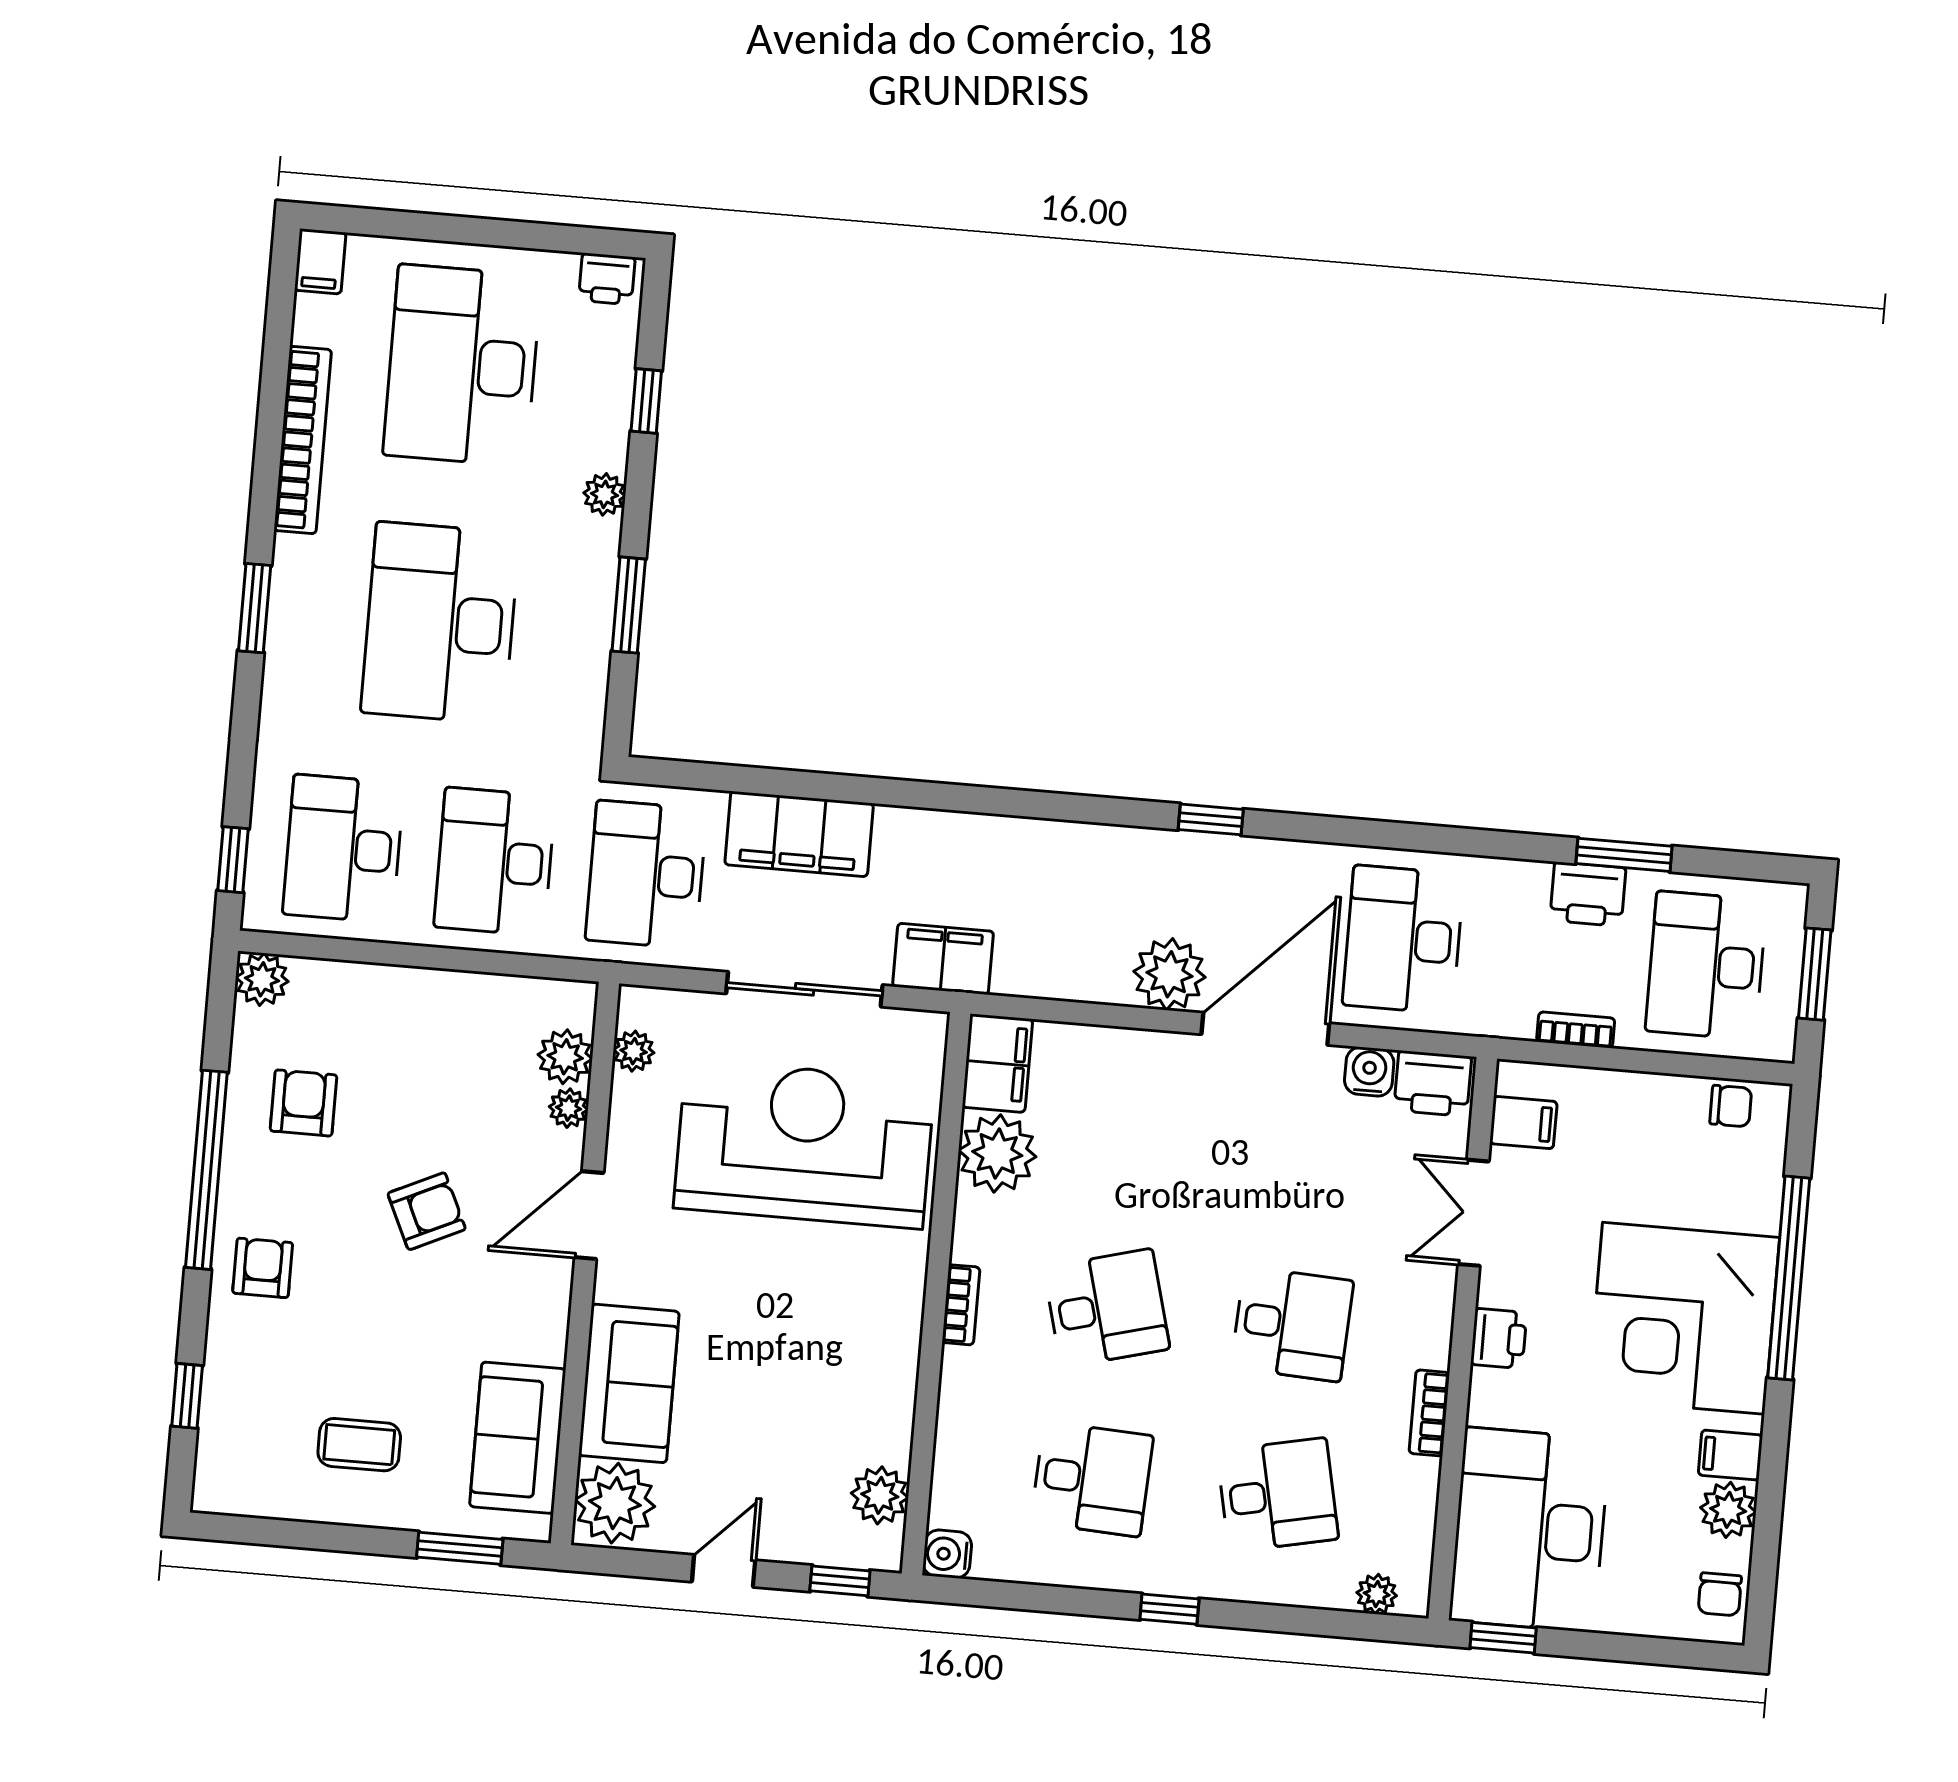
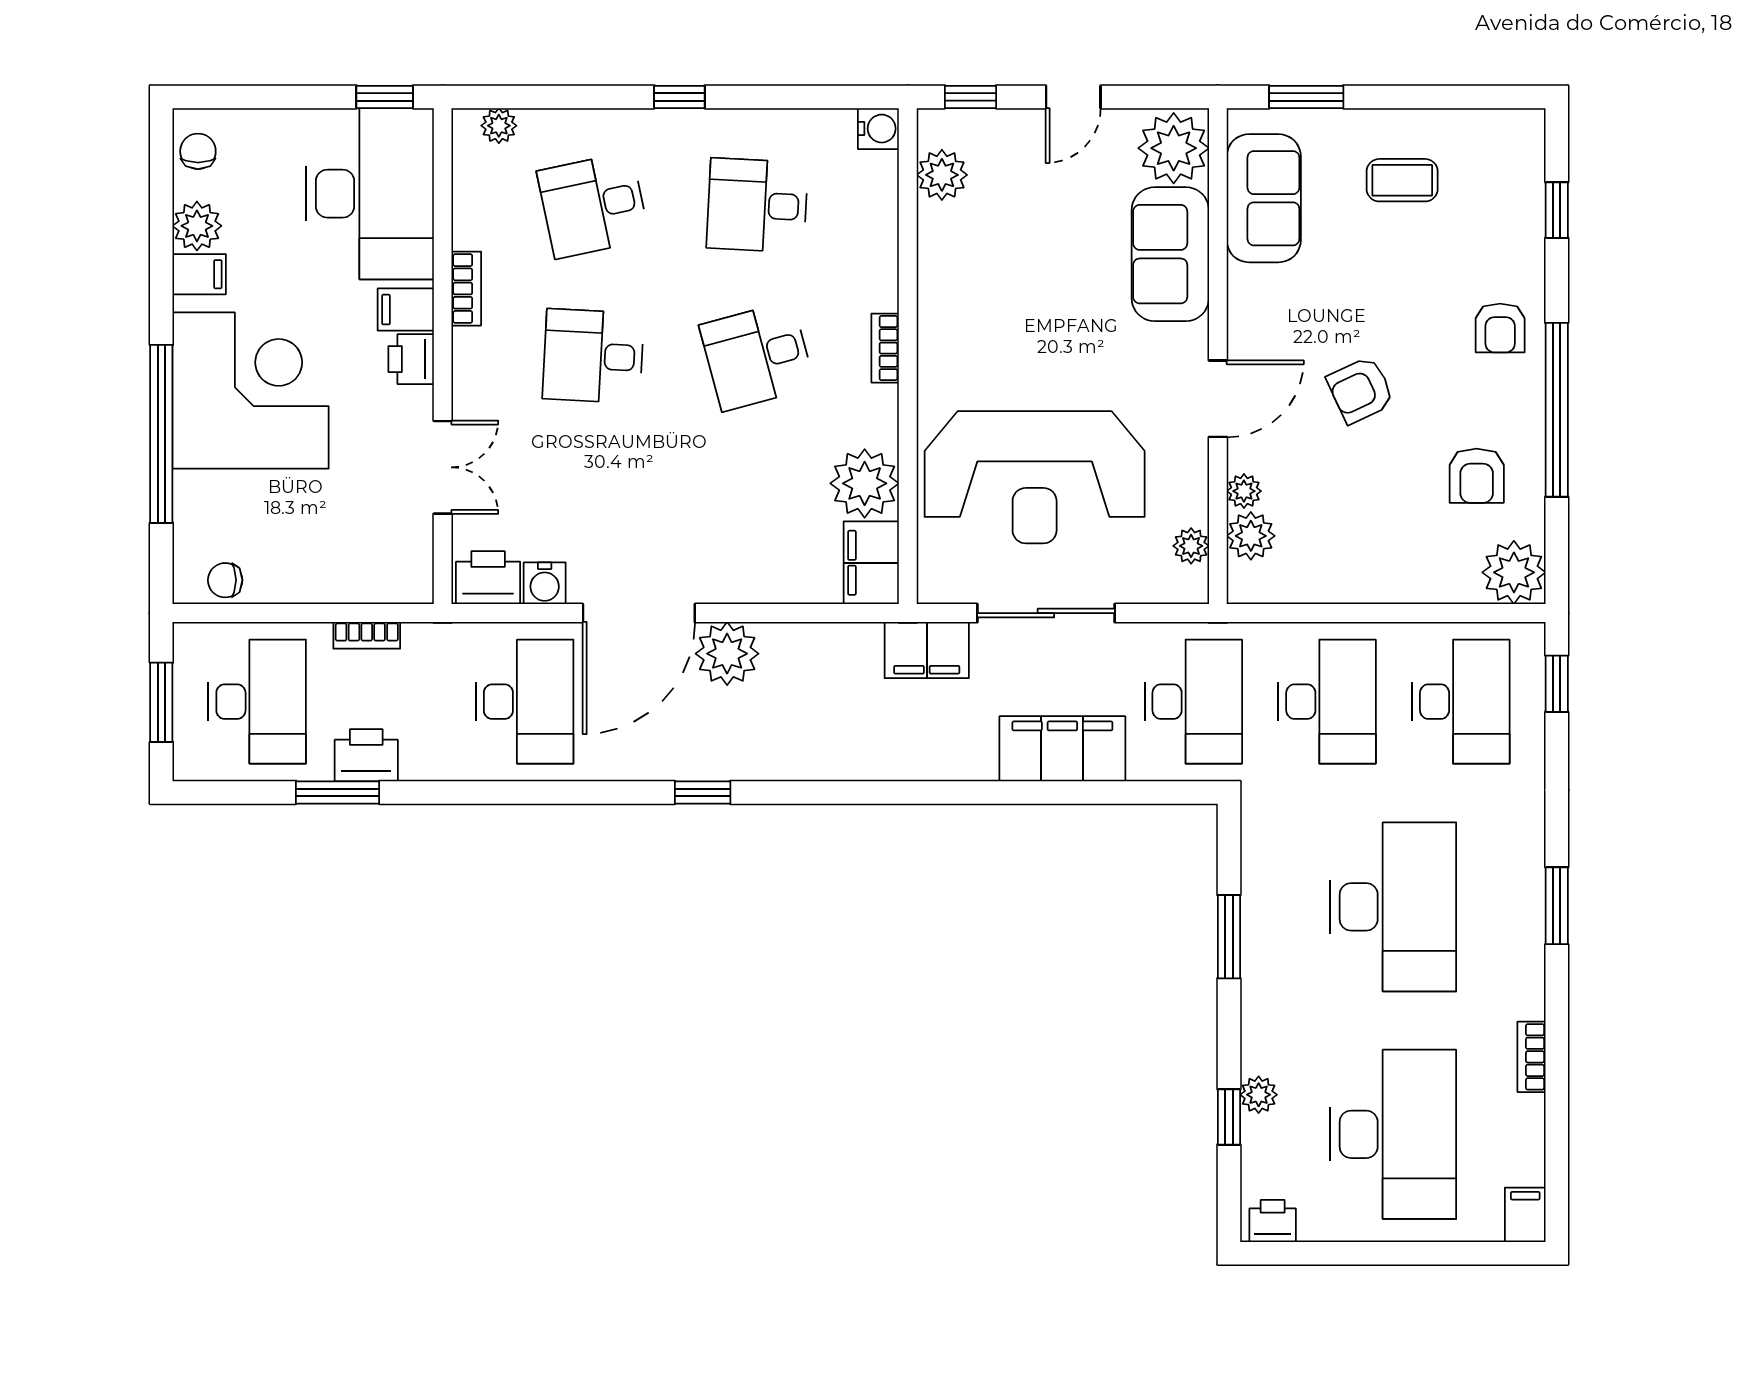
bookcase: (303, 440) -> (1532, 1057), width x0.43, depth x0.76
plant: (604, 494) -> (1259, 1095), moved
plant: (262, 979) -> (1514, 572), width x1.36, depth x1.36
filing cabinet: (1523, 1123) -> (406, 310), moved

